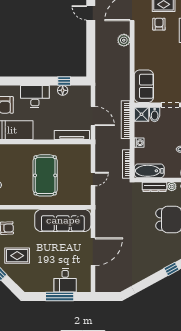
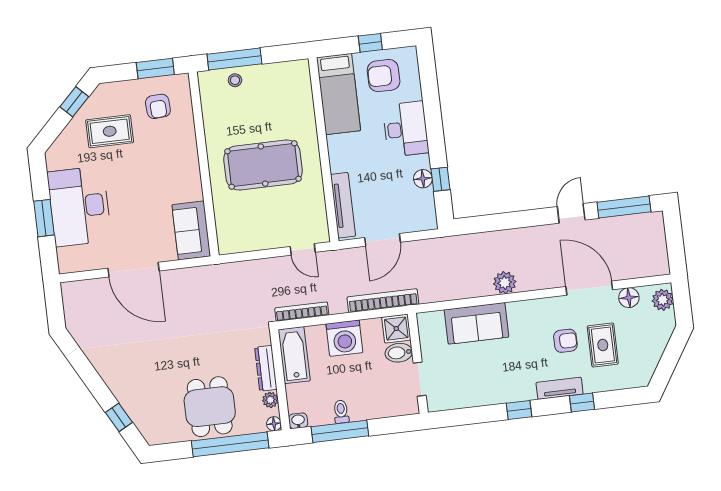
plant: (124, 40) -> (505, 283), moved
sofa: (144, 86) -> (477, 323), moved
washing machine: (139, 143) -> (344, 338), width x1.89, depth x1.89
door: (93, 179) -> (303, 249), moved
sofa: (63, 220) -> (191, 230), width x0.54, depth x0.79
rug: (17, 256) -> (110, 131), turned 90
desk: (65, 280) -> (79, 206), width x1.87, depth x1.30
window: (60, 296) -> (44, 218), width x0.69

